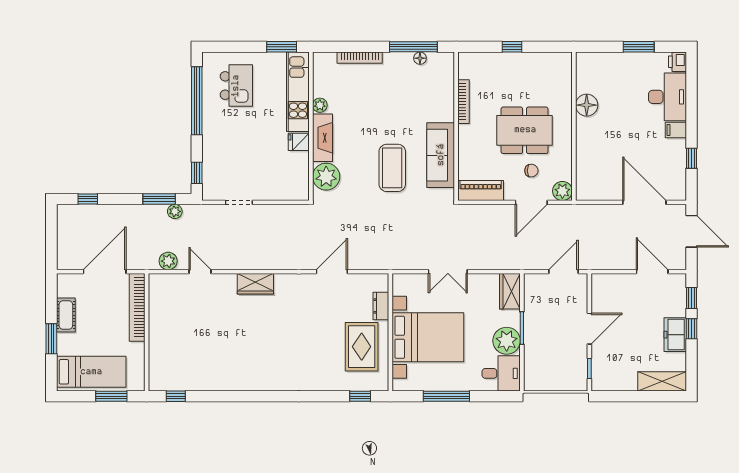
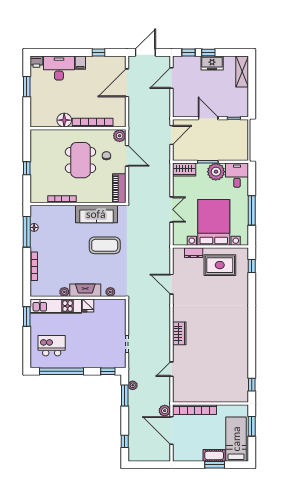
bookcase: (583, 149) -> (93, 123), added
plant: (326, 177) -> (110, 292), width x0.53, depth x0.53
plant: (168, 261) -> (165, 411), moved
door: (563, 272) -> (172, 135), swing flipped
cot: (66, 315) -> (214, 455), moved

